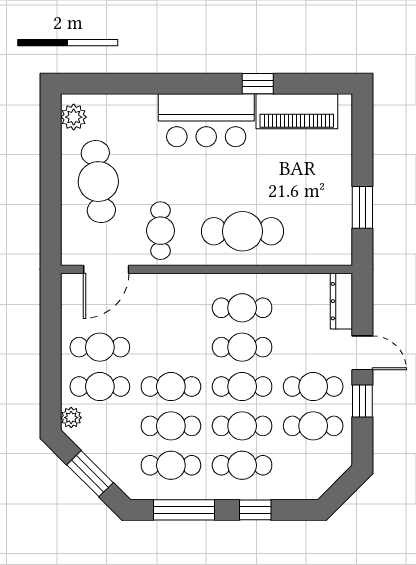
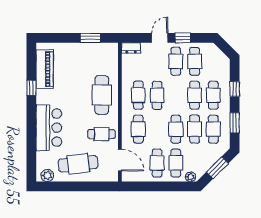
bar counter: (206, 120) -> (49, 128), moved
dresser: (341, 301) -> (131, 48), width x0.70
cafe table: (242, 387) -> (138, 129), moved
window: (184, 510) -> (235, 123), width x0.69

